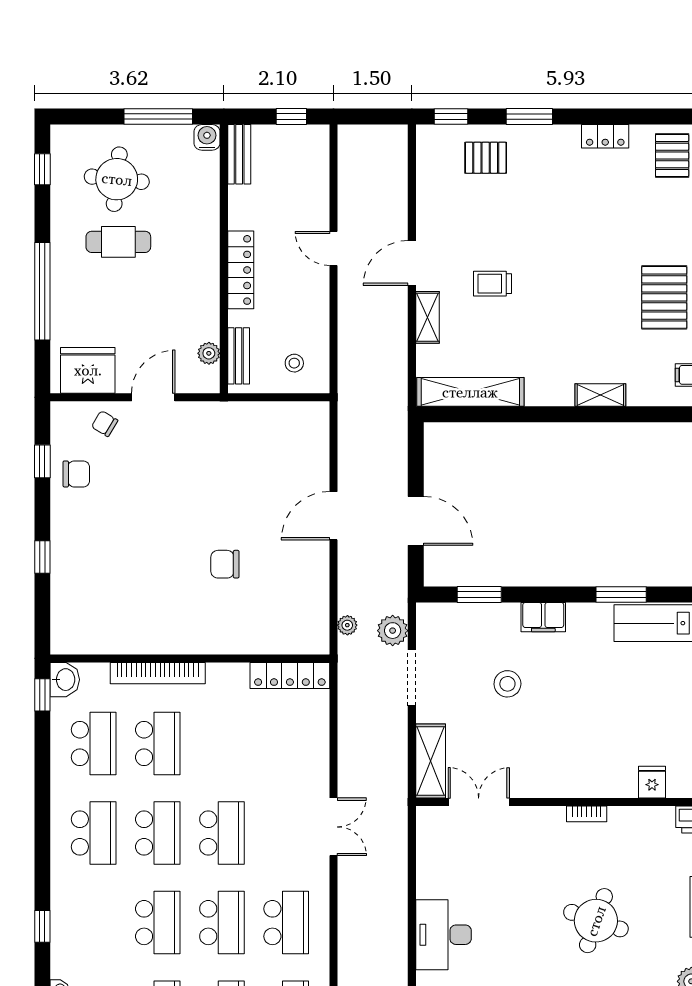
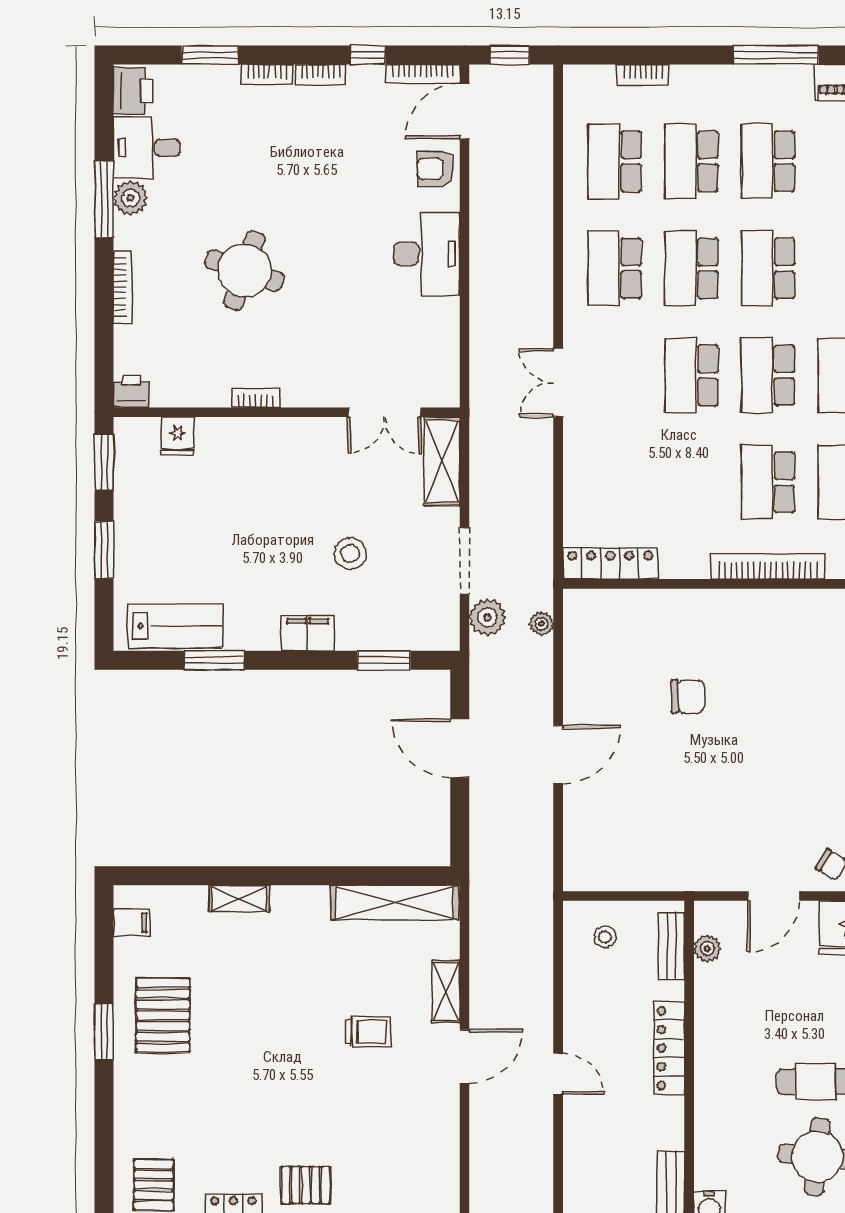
pallet: (486, 158) -> (306, 1185), moved

